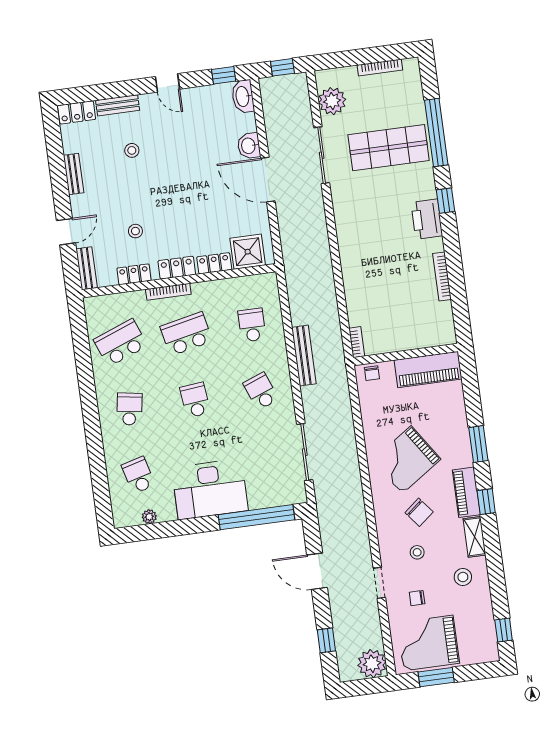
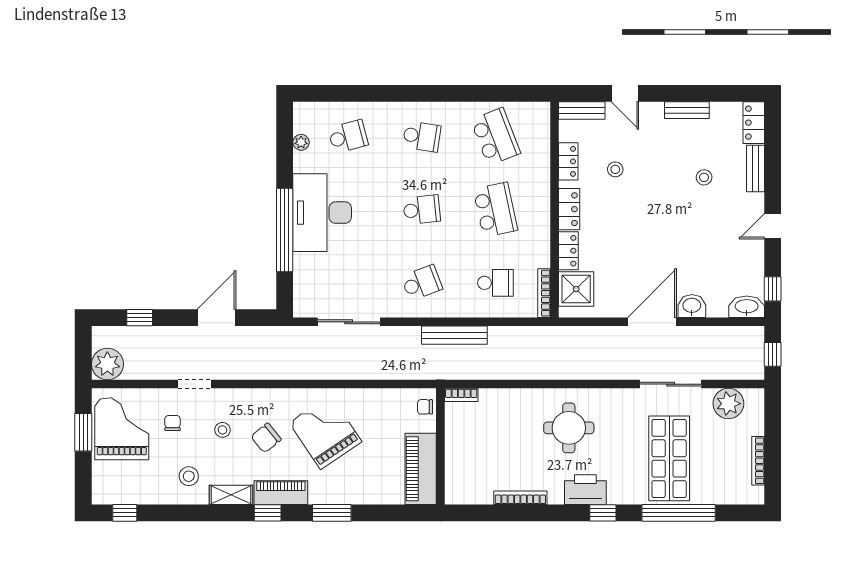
round table: (373, 241) -> (569, 428), added
bookcase: (168, 292) -> (544, 293), moved
window: (256, 517) -> (285, 230), moved

